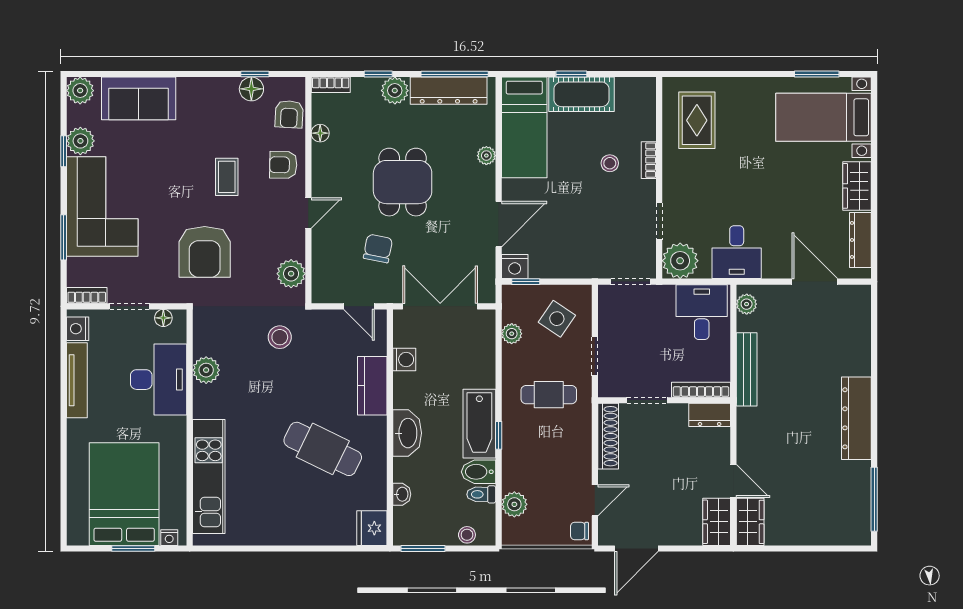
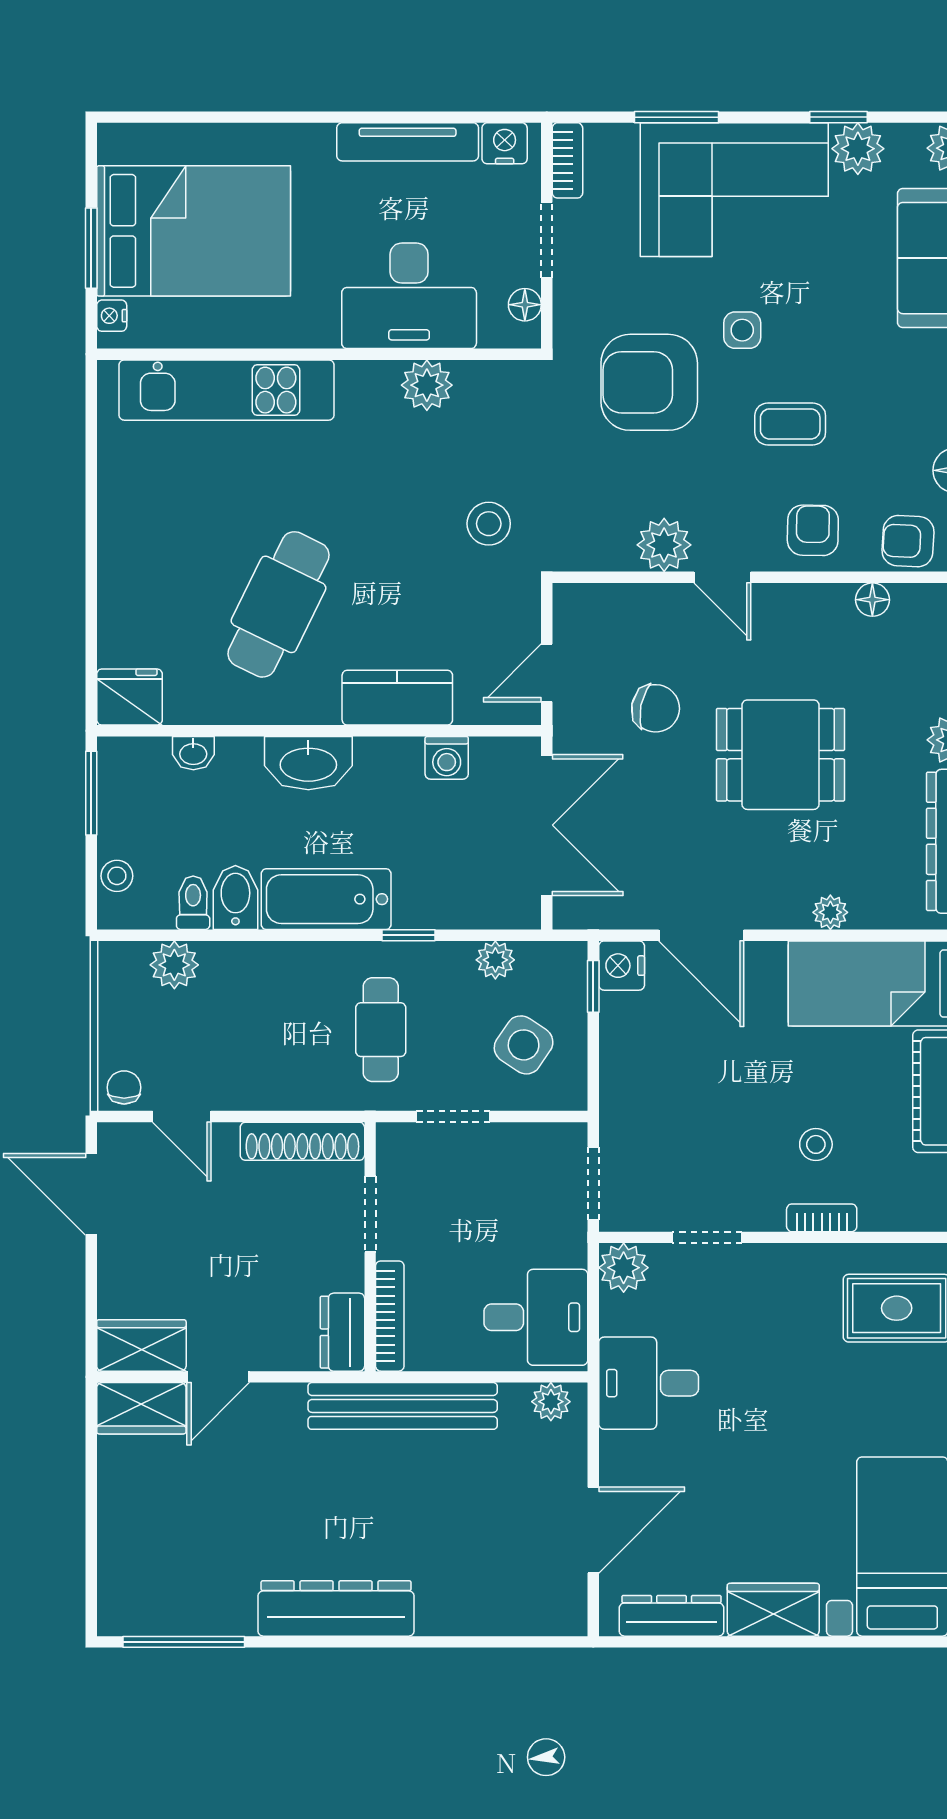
side table: (177, 202) -> (742, 330), added
plant: (680, 261) -> (624, 1268), width x0.73, depth x0.73
plant: (291, 274) -> (664, 545), moved
bench: (747, 369) -> (403, 1406), width x1.37, depth x1.21
window: (499, 435) -> (409, 935), moved

